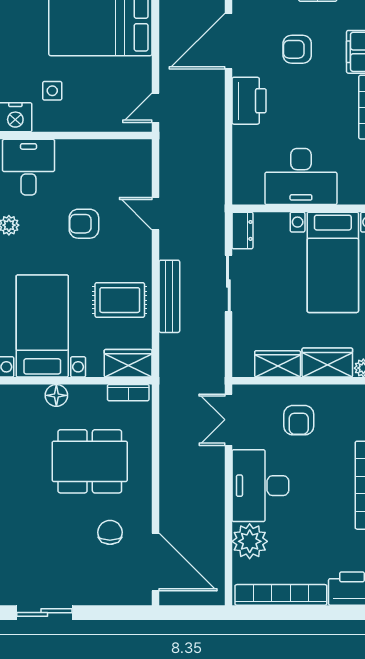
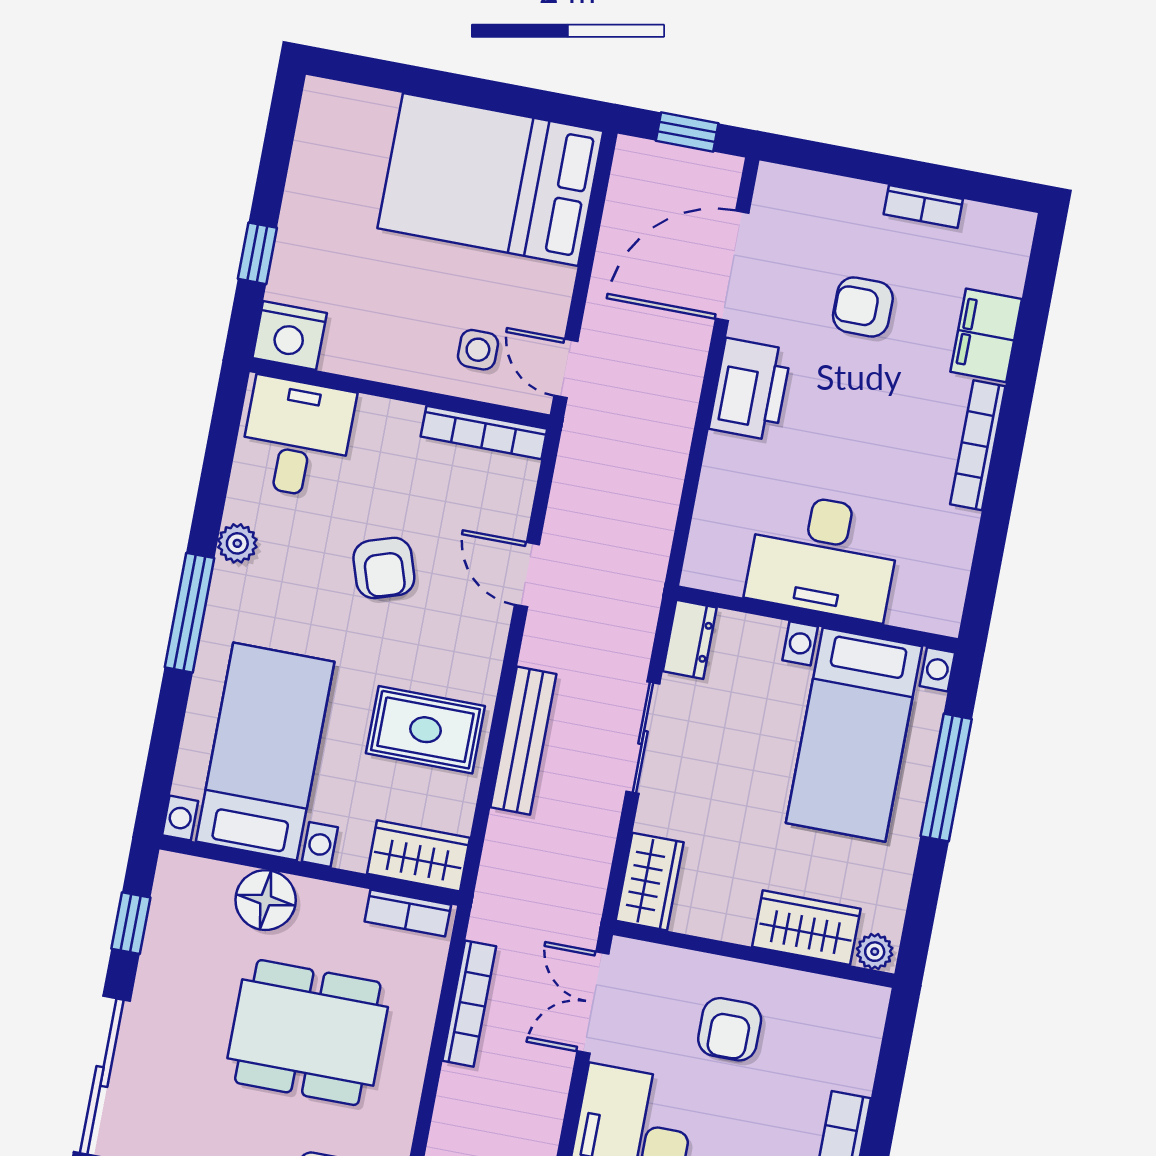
side table: (52, 91) -> (478, 350), moved
door: (156, 108) -> (566, 369), hinge flipped
bookcase: (121, 147) -> (484, 433), added
armchair: (84, 224) -> (384, 568), turned -108
wardrobe: (278, 364) -> (650, 882), moved, turned 90
floor lamp: (56, 395) -> (266, 900), width x1.38, depth x1.38
bookcase: (167, 432) -> (469, 1004), added

